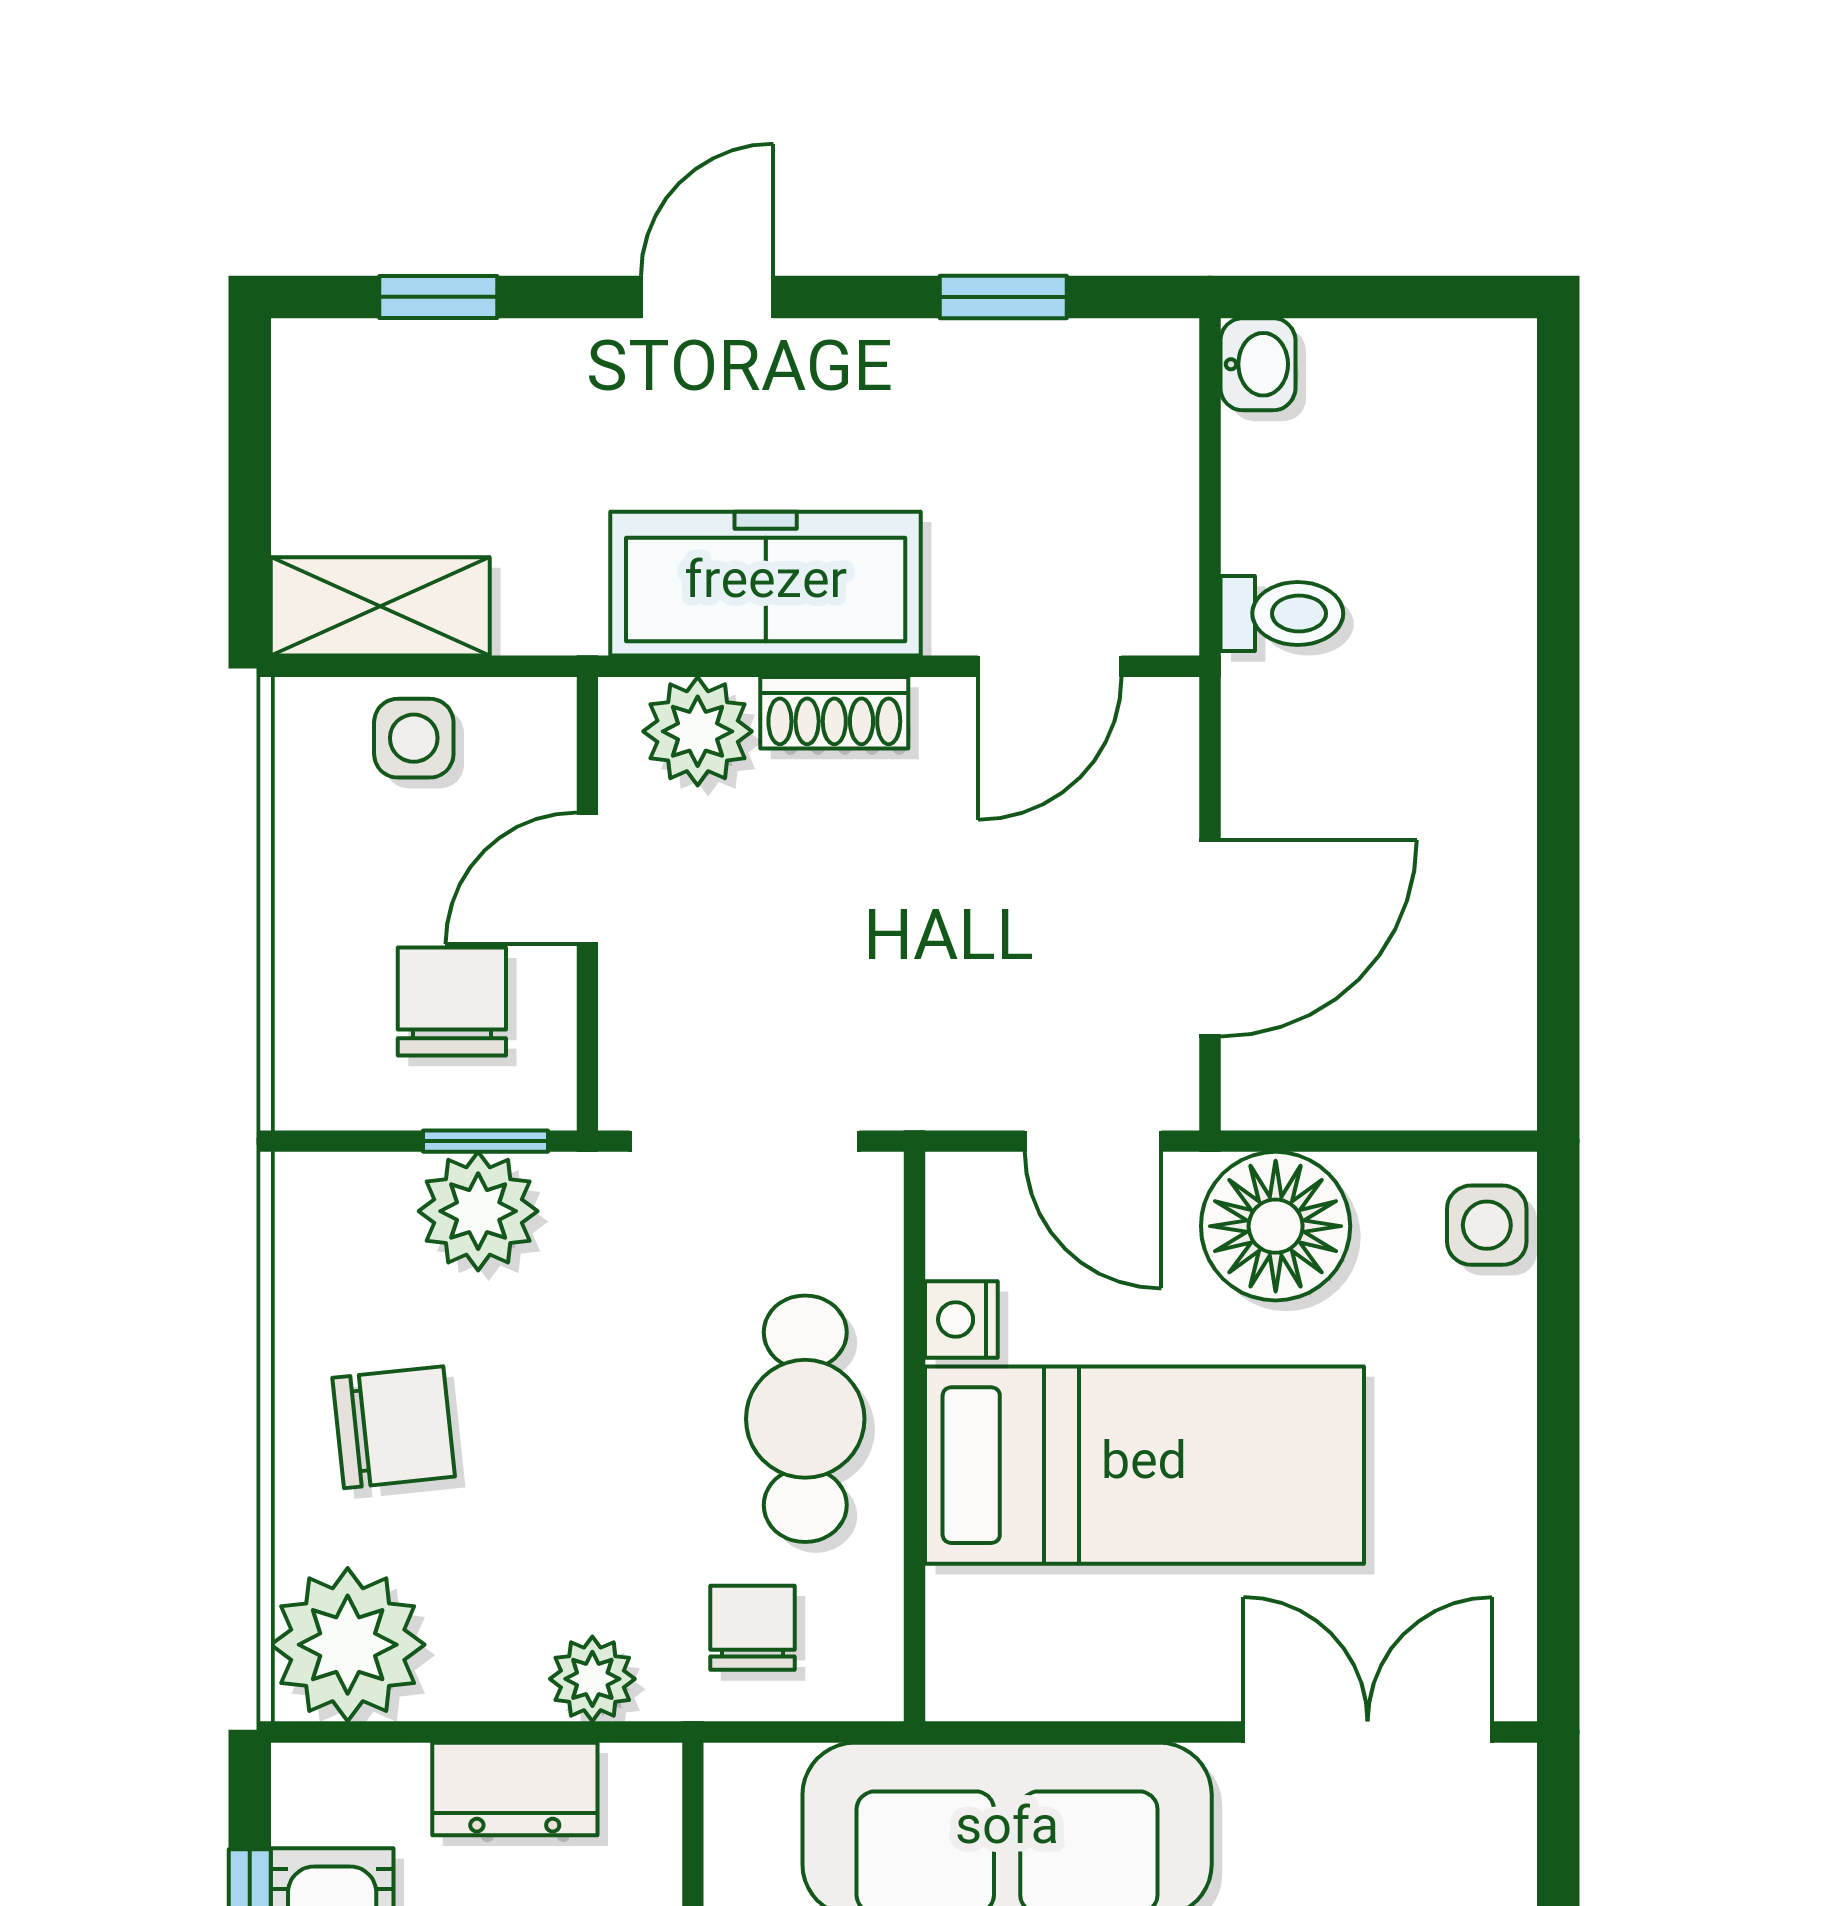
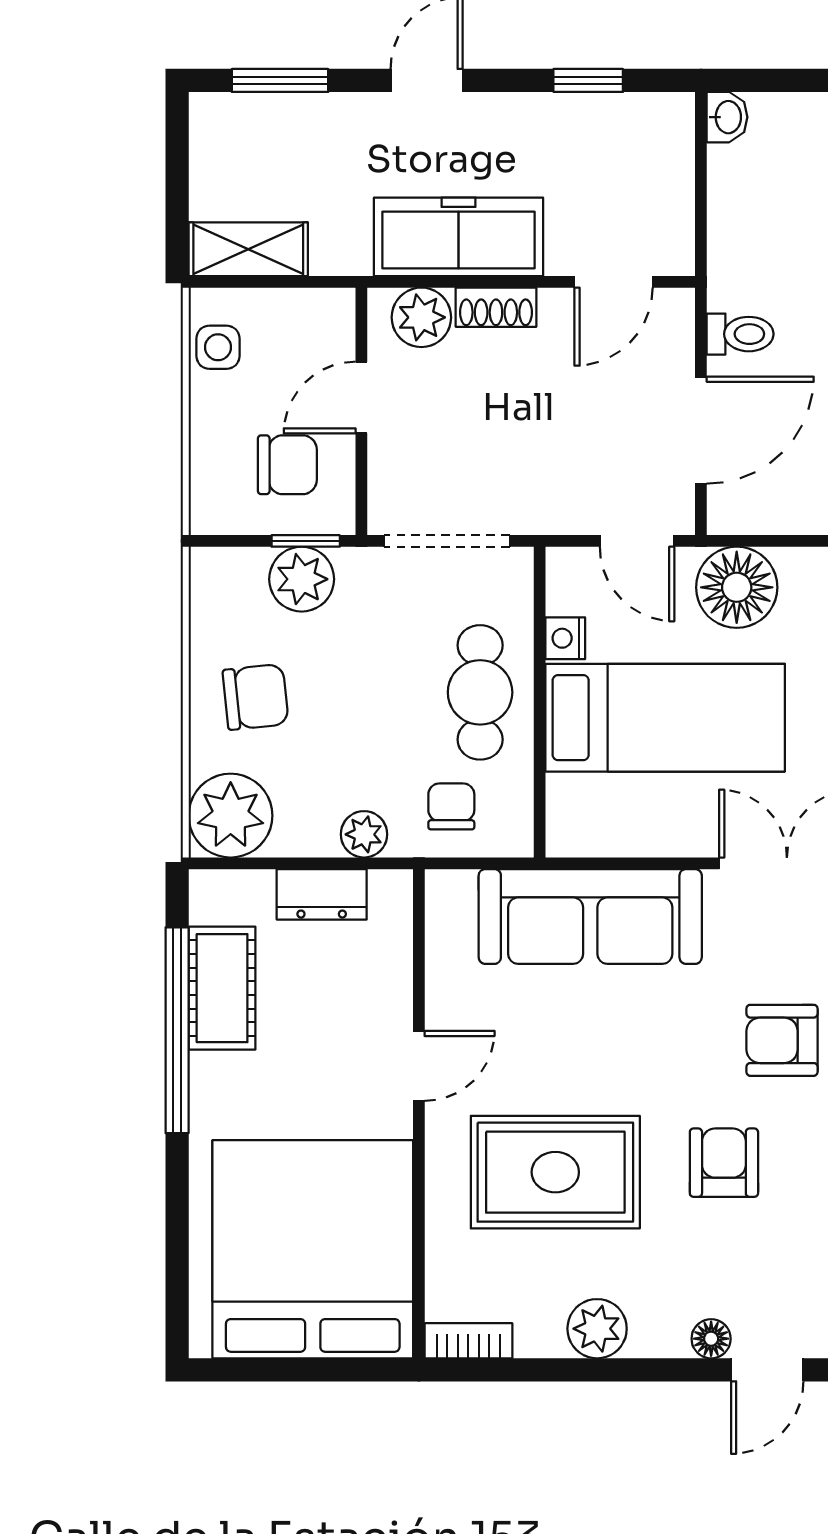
window: (438, 297) -> (280, 80), width x1.50
toilet: (1282, 613) -> (740, 334), moved
side table: (414, 738) -> (218, 347), moved
chair: (452, 1001) -> (287, 465), turned 90

